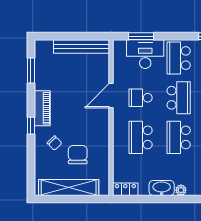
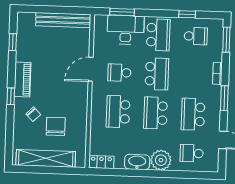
school desk: (179, 58) -> (158, 35), turned 180
window: (31, 71) -> (13, 42), width x0.67
plant: (181, 190) -> (161, 160), width x1.87, depth x1.87

